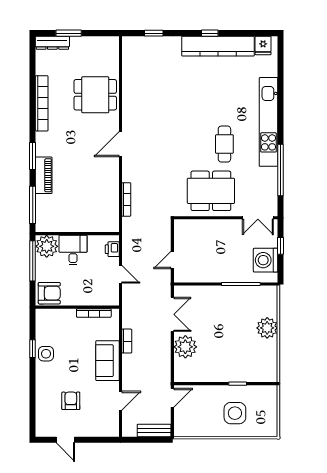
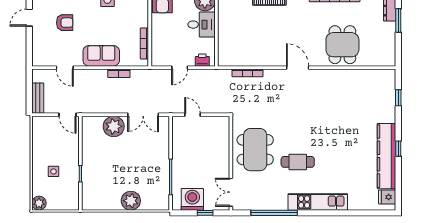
kitchen unit: (268, 122) -> (318, 202), width x0.73
side table: (235, 413) -> (54, 171), width x0.54, depth x0.54
plant: (270, 429) -> (39, 203), added

